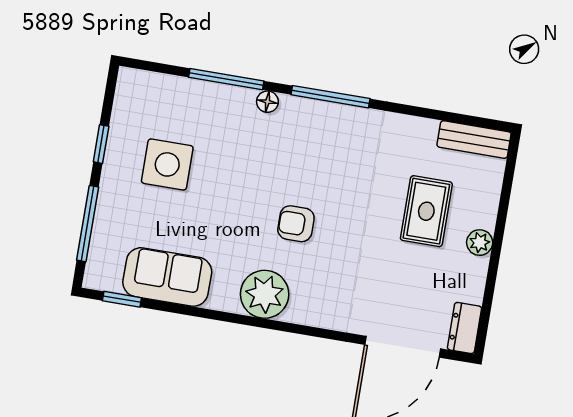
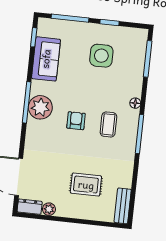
window: (226, 79) -> (148, 59), moved
coffee table: (307, 158) -> (108, 124), added
plant: (480, 243) -> (49, 209), moved
window: (253, 321) -> (27, 102), added

